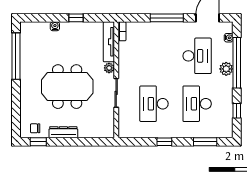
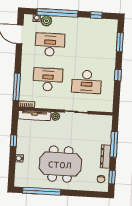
window: (167, 18) -> (17, 87), moved
plant: (226, 69) -> (46, 21), moved
meeting table: (67, 87) -> (60, 164), moved, turned 90
desk: (197, 104) -> (48, 80), moved, turned 180
window: (79, 142) -> (114, 144), added

